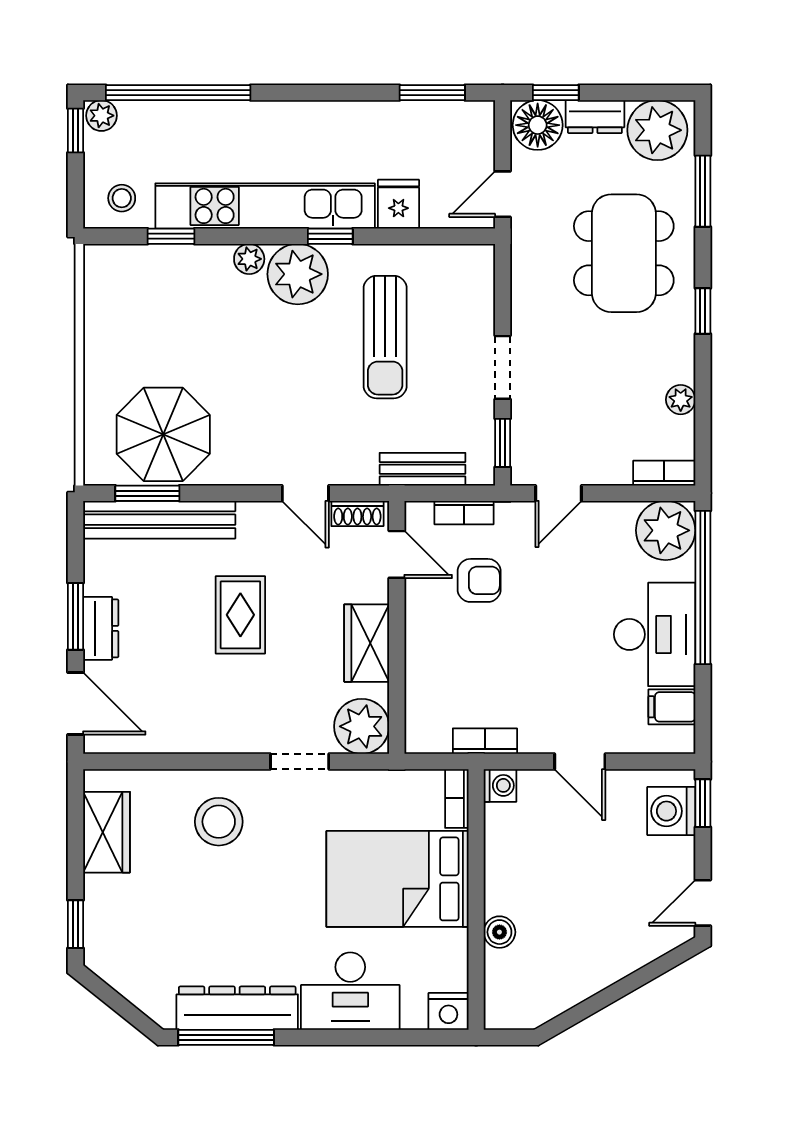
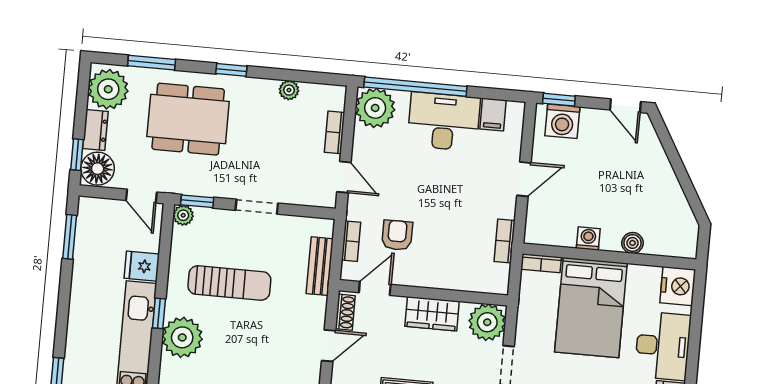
plant: (249, 259) -> (183, 215), moved
window: (503, 443) -> (197, 201), moved
bookcase: (664, 473) -> (335, 132), moved
washing machine: (500, 785) -> (588, 239), moved
nightstand: (448, 1011) -> (678, 286), width x1.36, depth x1.33

